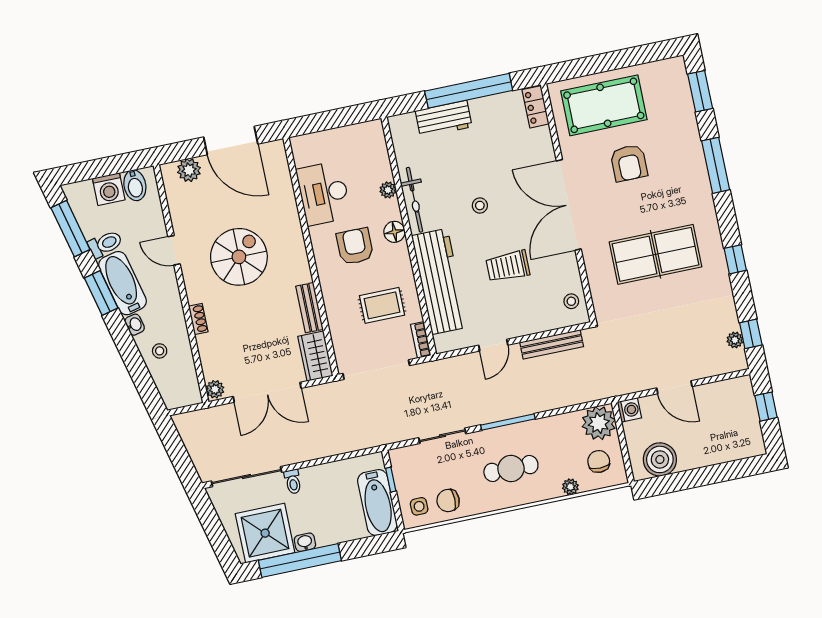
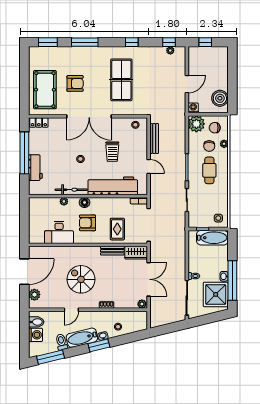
window: (101, 293) -> (99, 345), moved
rug: (382, 305) -> (117, 229), moved
chair: (448, 500) -> (209, 146), moved

